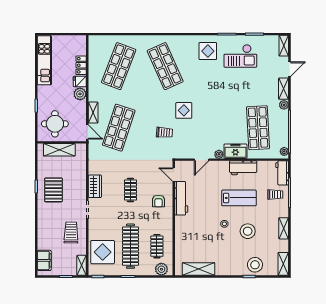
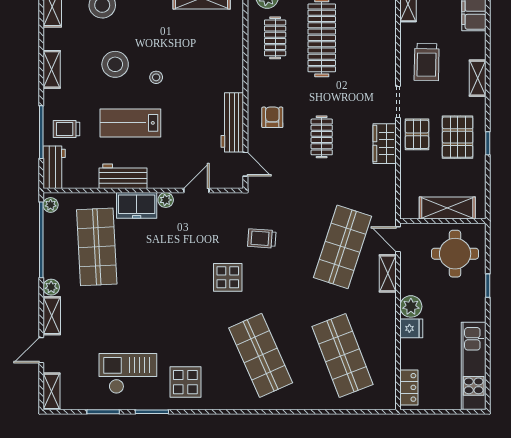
locker: (81, 65) -> (409, 387), moved
shop shelf: (119, 66) -> (342, 355), turned -42
pallet: (76, 192) -> (417, 134), added
shelving: (42, 223) -> (478, 78), added
display table: (103, 252) -> (371, 28), removed

